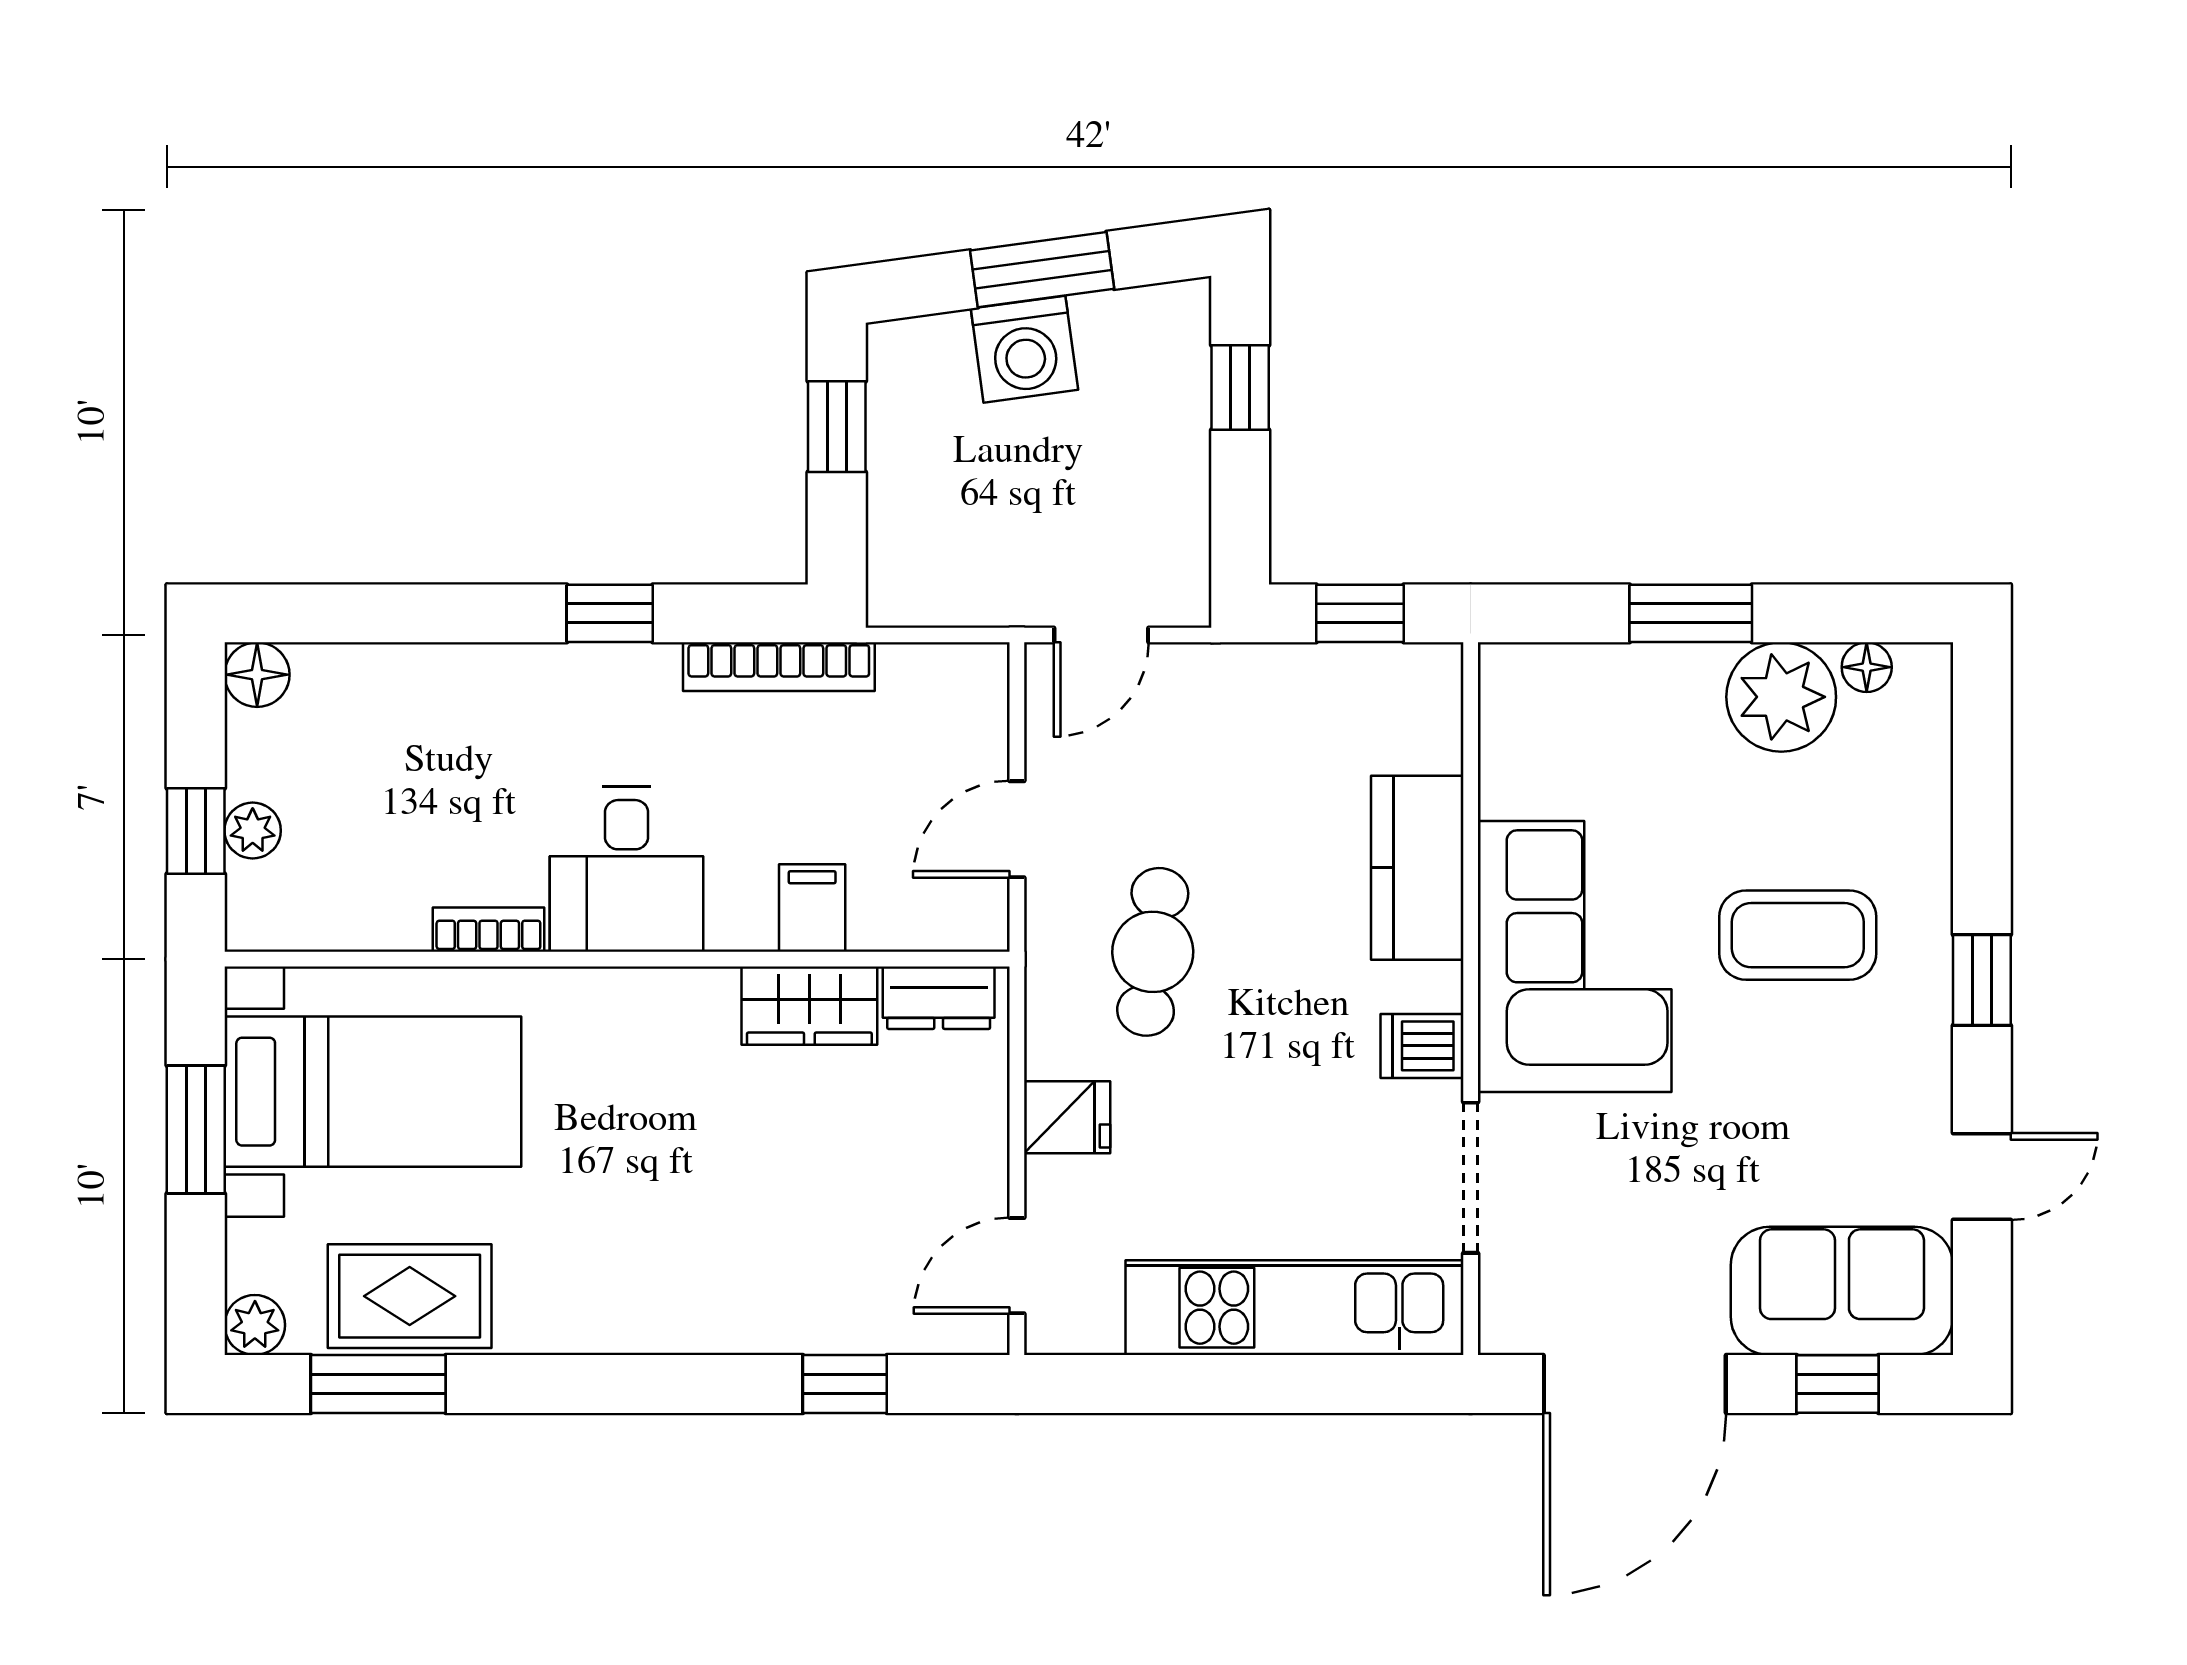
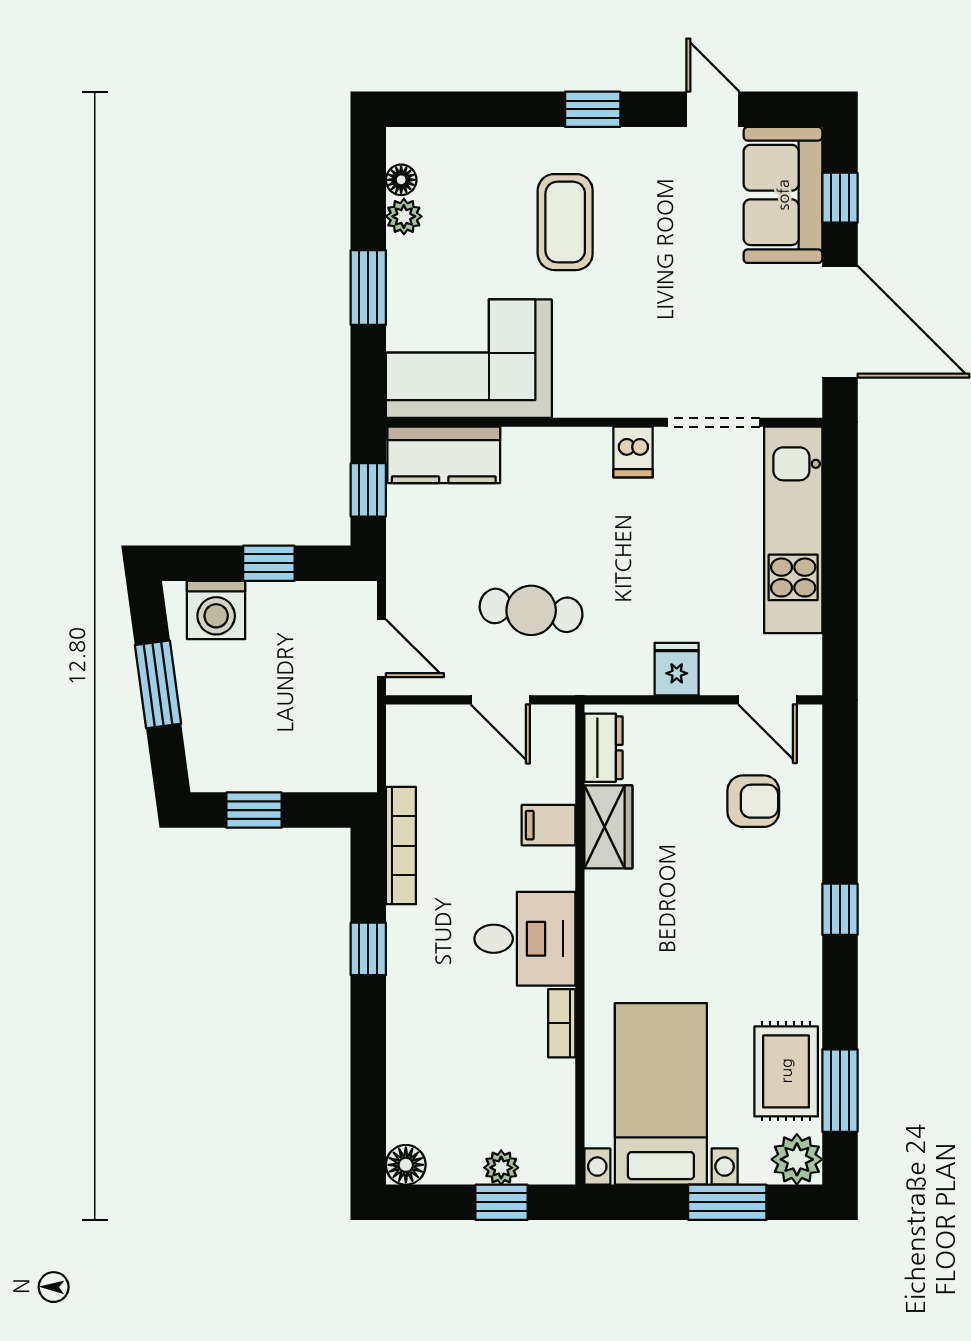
washing machine: (1024, 349) -> (216, 610), moved, turned 98
window: (1240, 387) -> (269, 563), moved
plant: (1781, 697) -> (404, 216), width x0.53, depth x0.53
kitchen counter: (1417, 868) -> (444, 455), moved
cafe table: (1153, 952) -> (531, 610), moved
corner sofa: (1575, 956) -> (469, 359), moved
window: (196, 1130) -> (727, 1202), moved
armchair: (851, 1242) -> (753, 801), added
plant: (255, 1325) -> (797, 1159), width x1.38, depth x1.38
window: (845, 1384) -> (840, 909), moved

